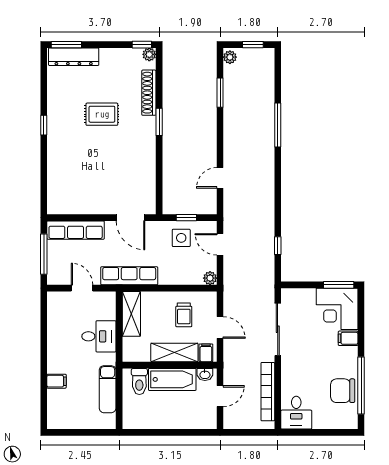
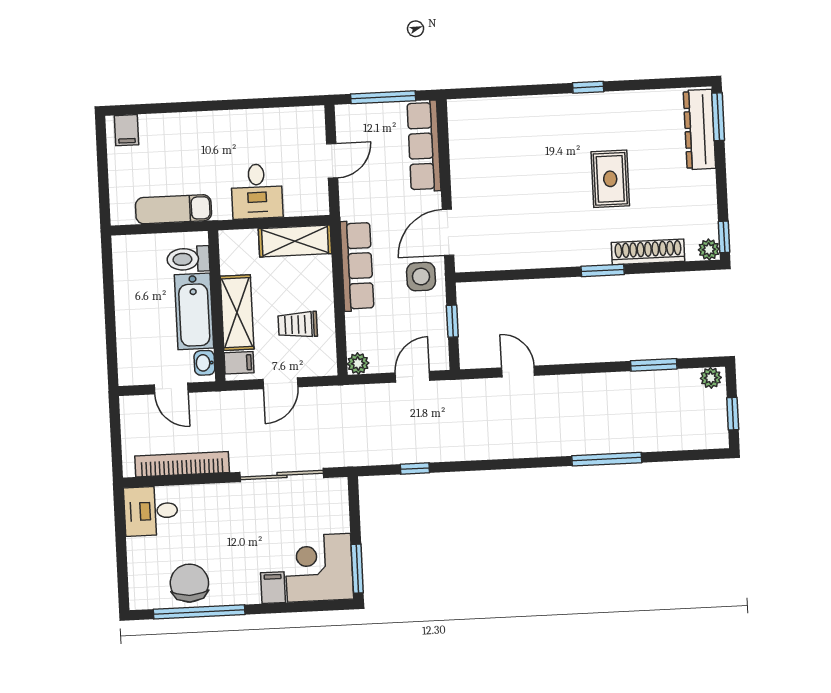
side table: (181, 238) -> (421, 277), moved
row of seats: (129, 276) -> (357, 266), moved
filing cabinet: (57, 381) -> (127, 130), moved

